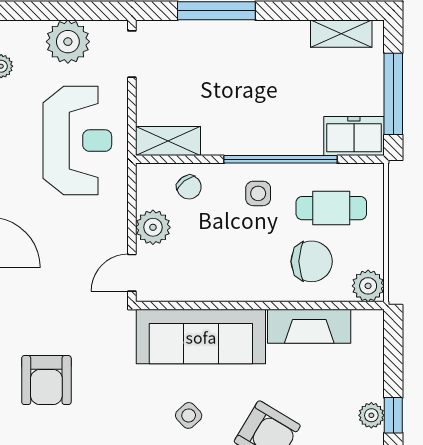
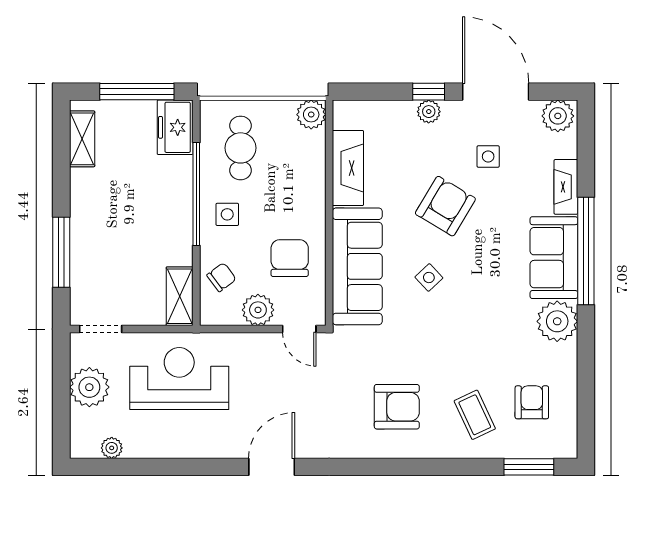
chair: (312, 261) -> (290, 258), moved

